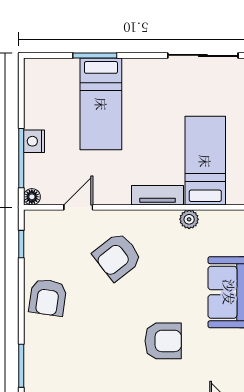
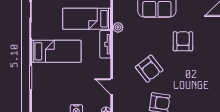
bed: (101, 104) -> (56, 51), moved
armchair: (117, 257) -> (149, 69), moved

